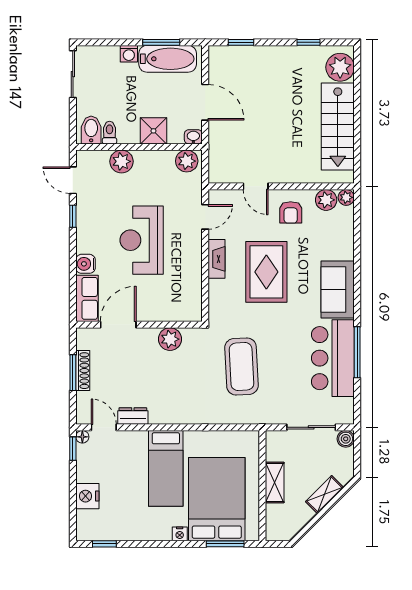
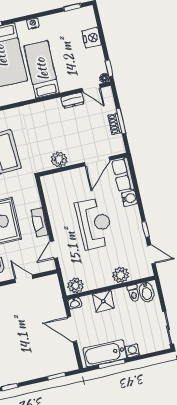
shoe rack: (83, 371) -> (115, 124), width x0.70
nightstand: (180, 534) -> (33, 24), moved

